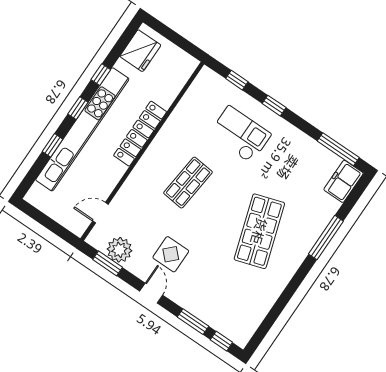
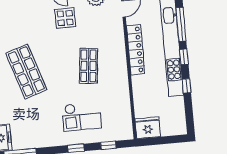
fridge: (140, 51) -> (148, 128), moved, turned 90
locker: (140, 134) -> (136, 50), moved
window: (53, 145) -> (181, 24), width x2.17

